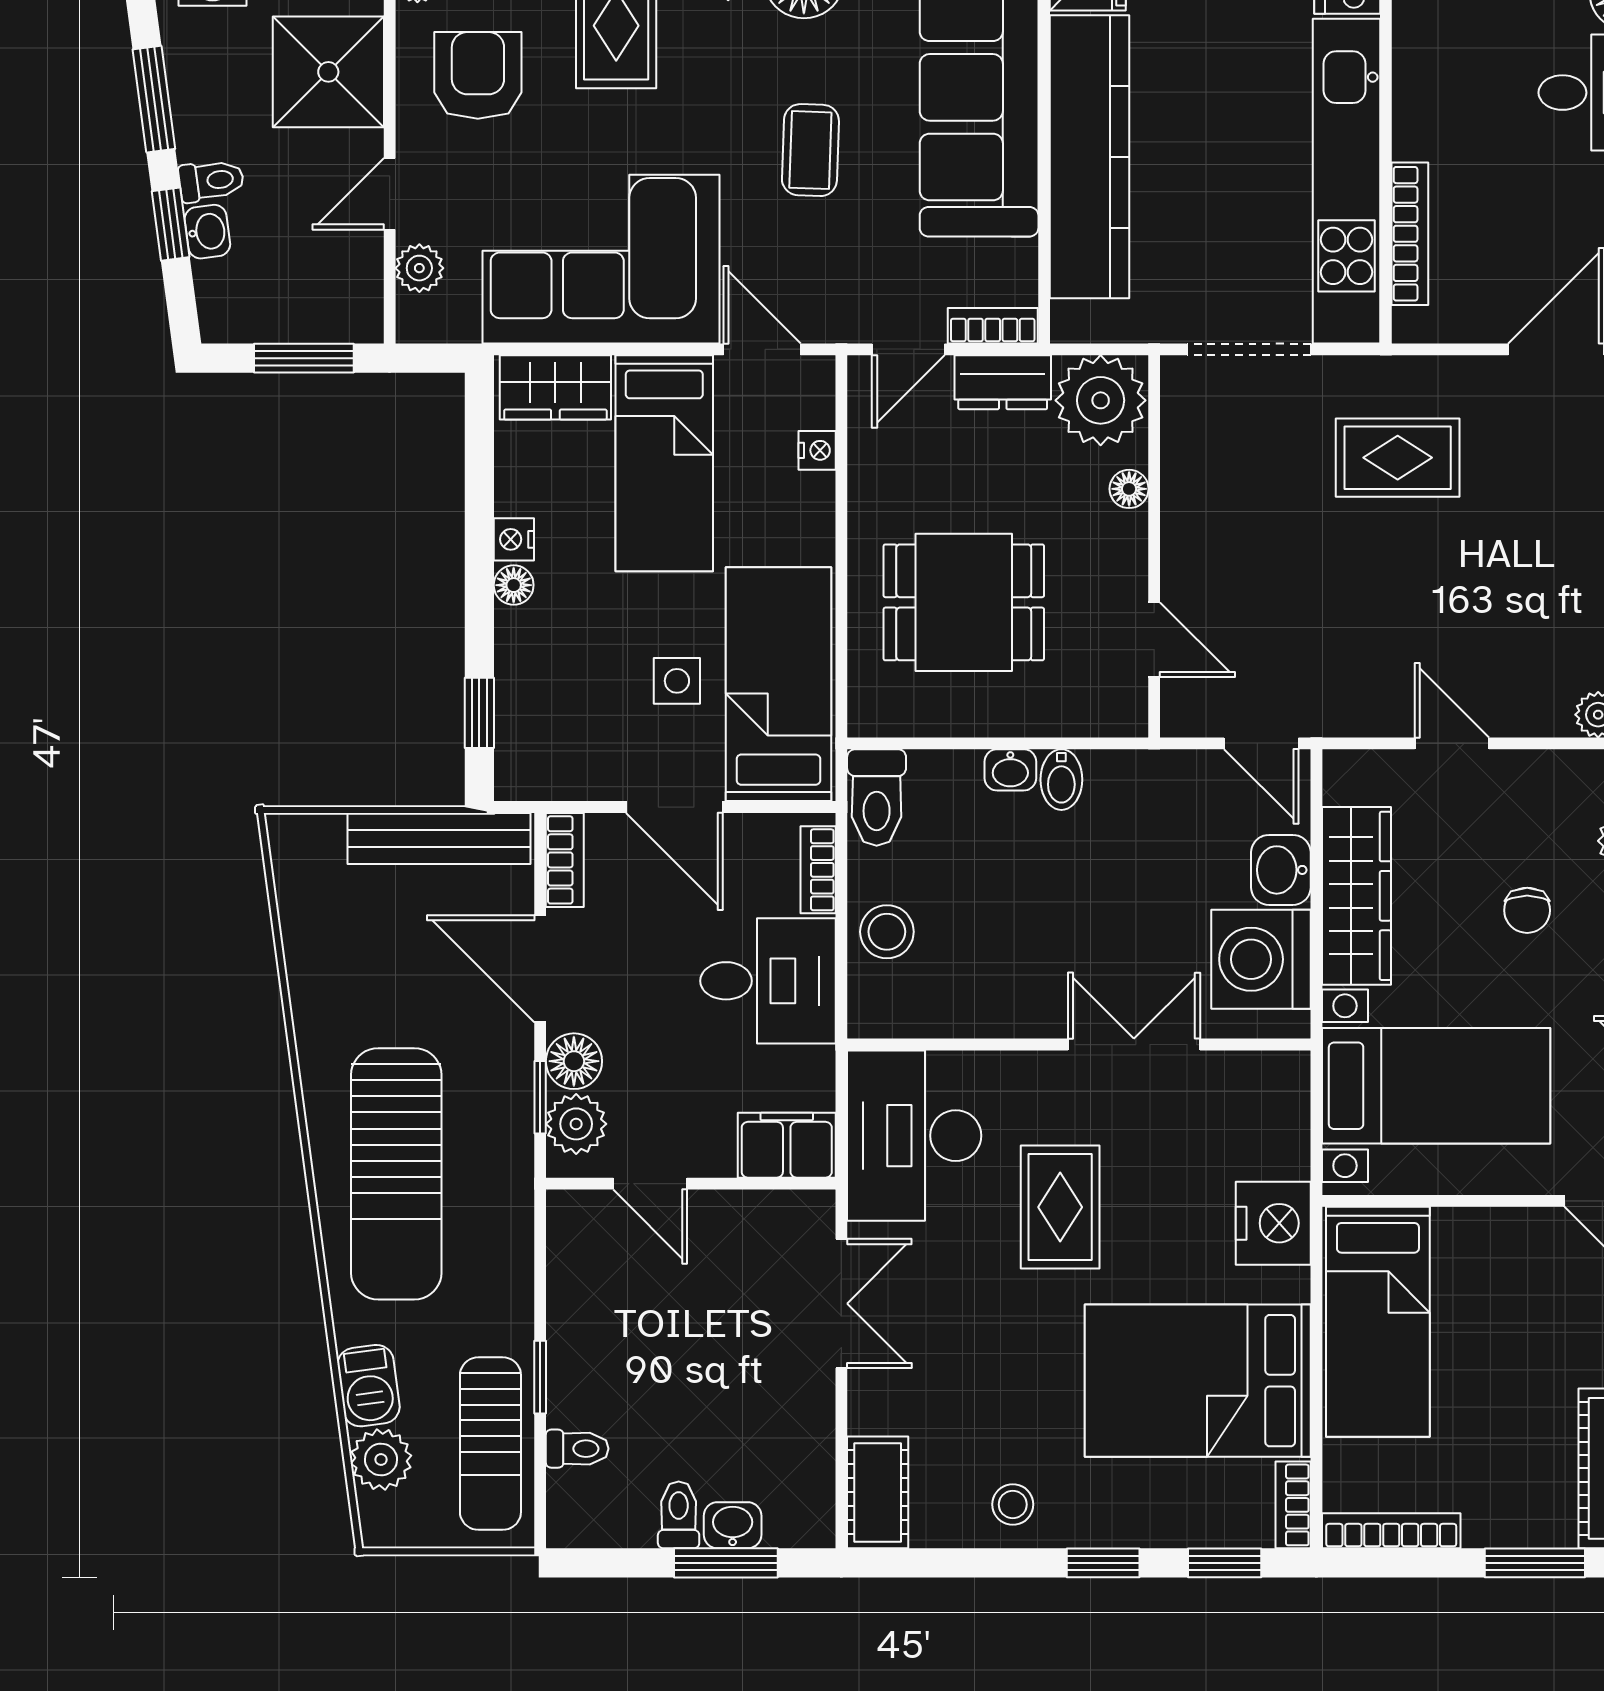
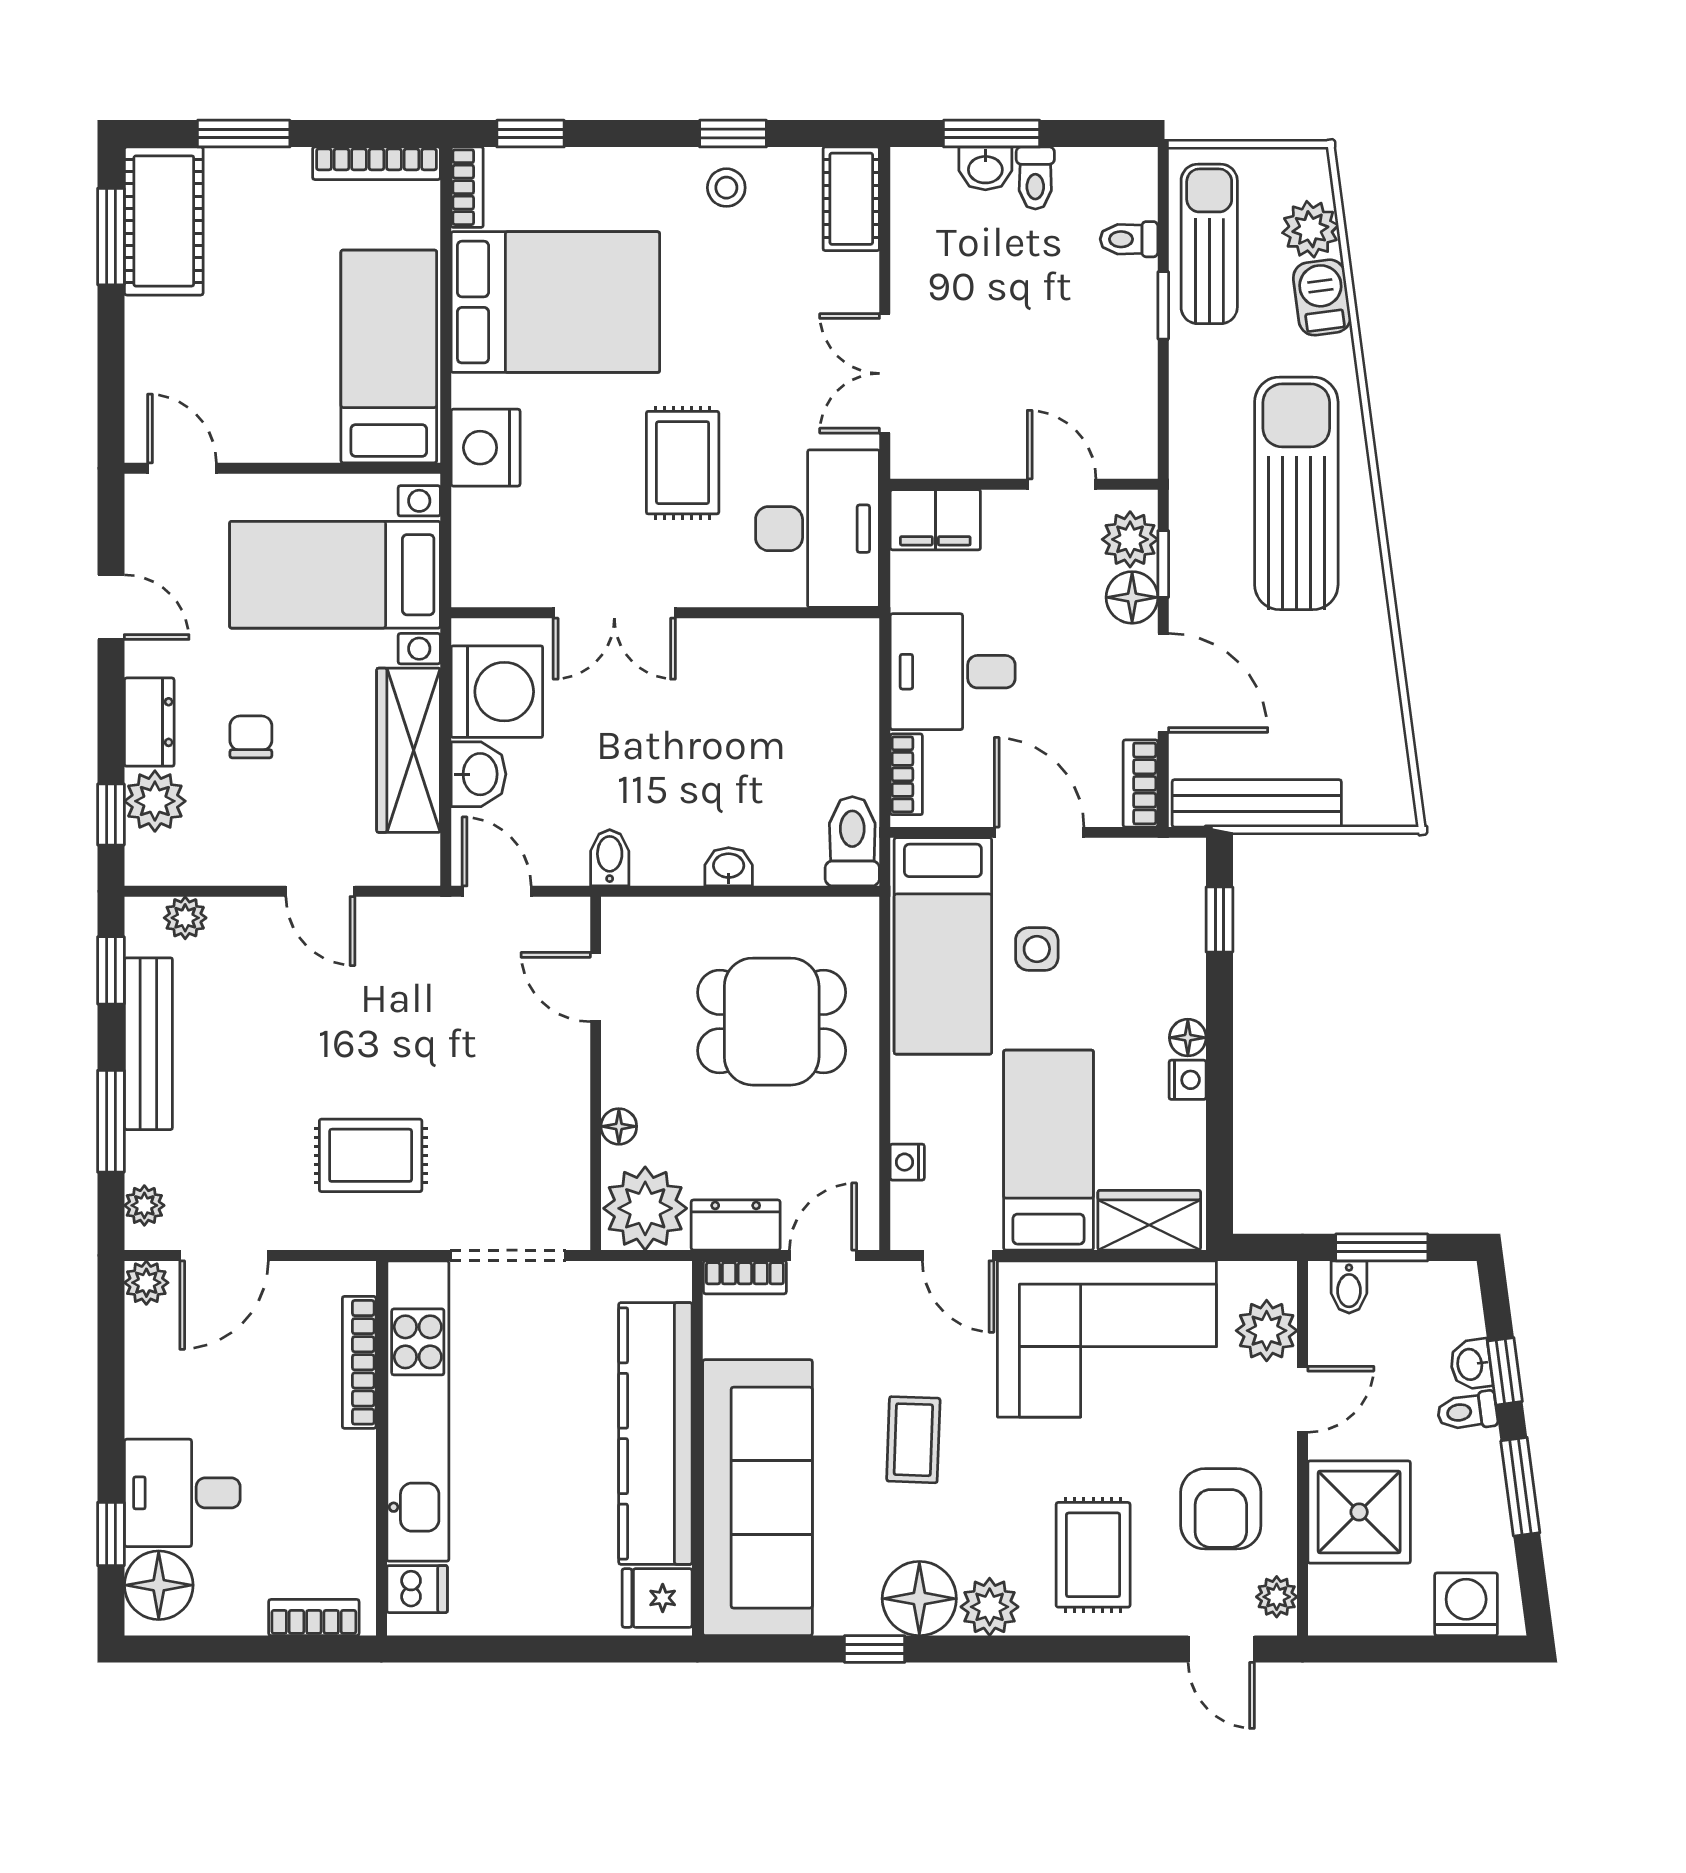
plant: (419, 268) -> (1267, 1331), width x1.38, depth x1.38
bidet: (339, 315) -> (1349, 1287), added
bidet: (1061, 780) -> (610, 858), moved
stool: (887, 932) -> (843, 717), removed
window: (1103, 1563) -> (733, 134), moved

